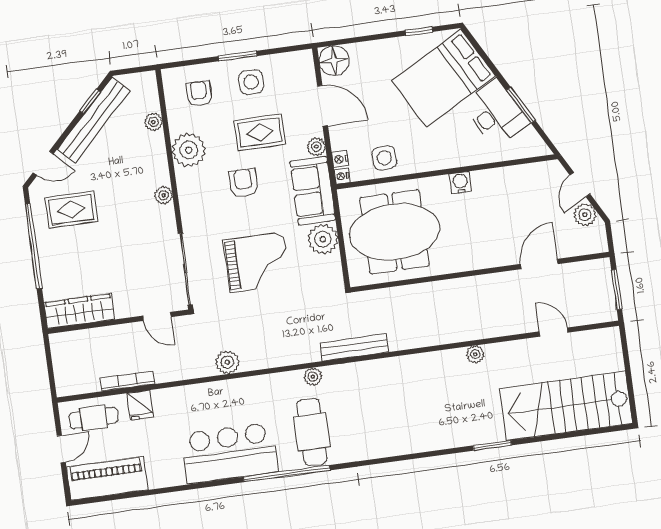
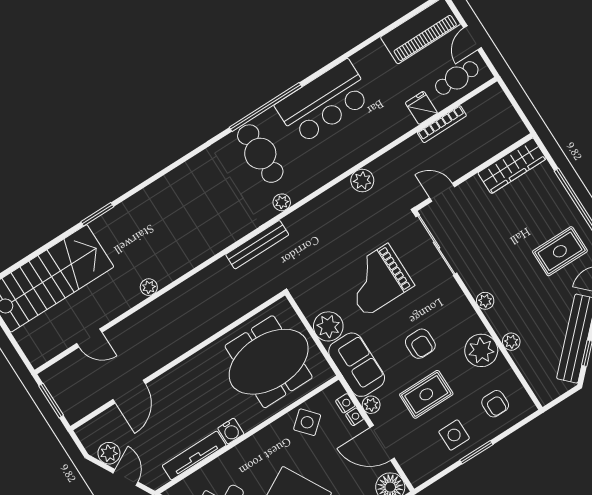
plant: (153, 122) -> (511, 342), moved
side table: (384, 158) -> (307, 422), turned -37
nightstand: (342, 176) -> (355, 417), moved
tv unit: (506, 176) -> (194, 455), added

